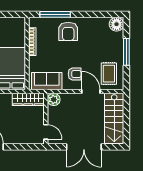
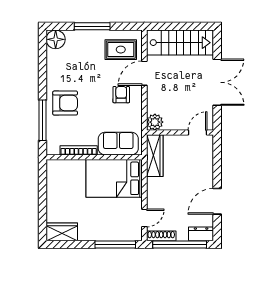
sofa: (47, 81) -> (118, 144), moved, turned 90

